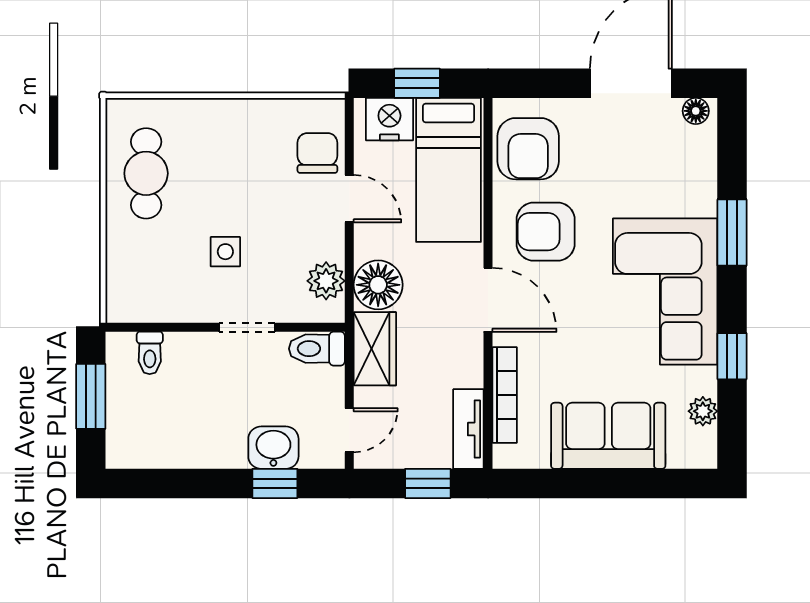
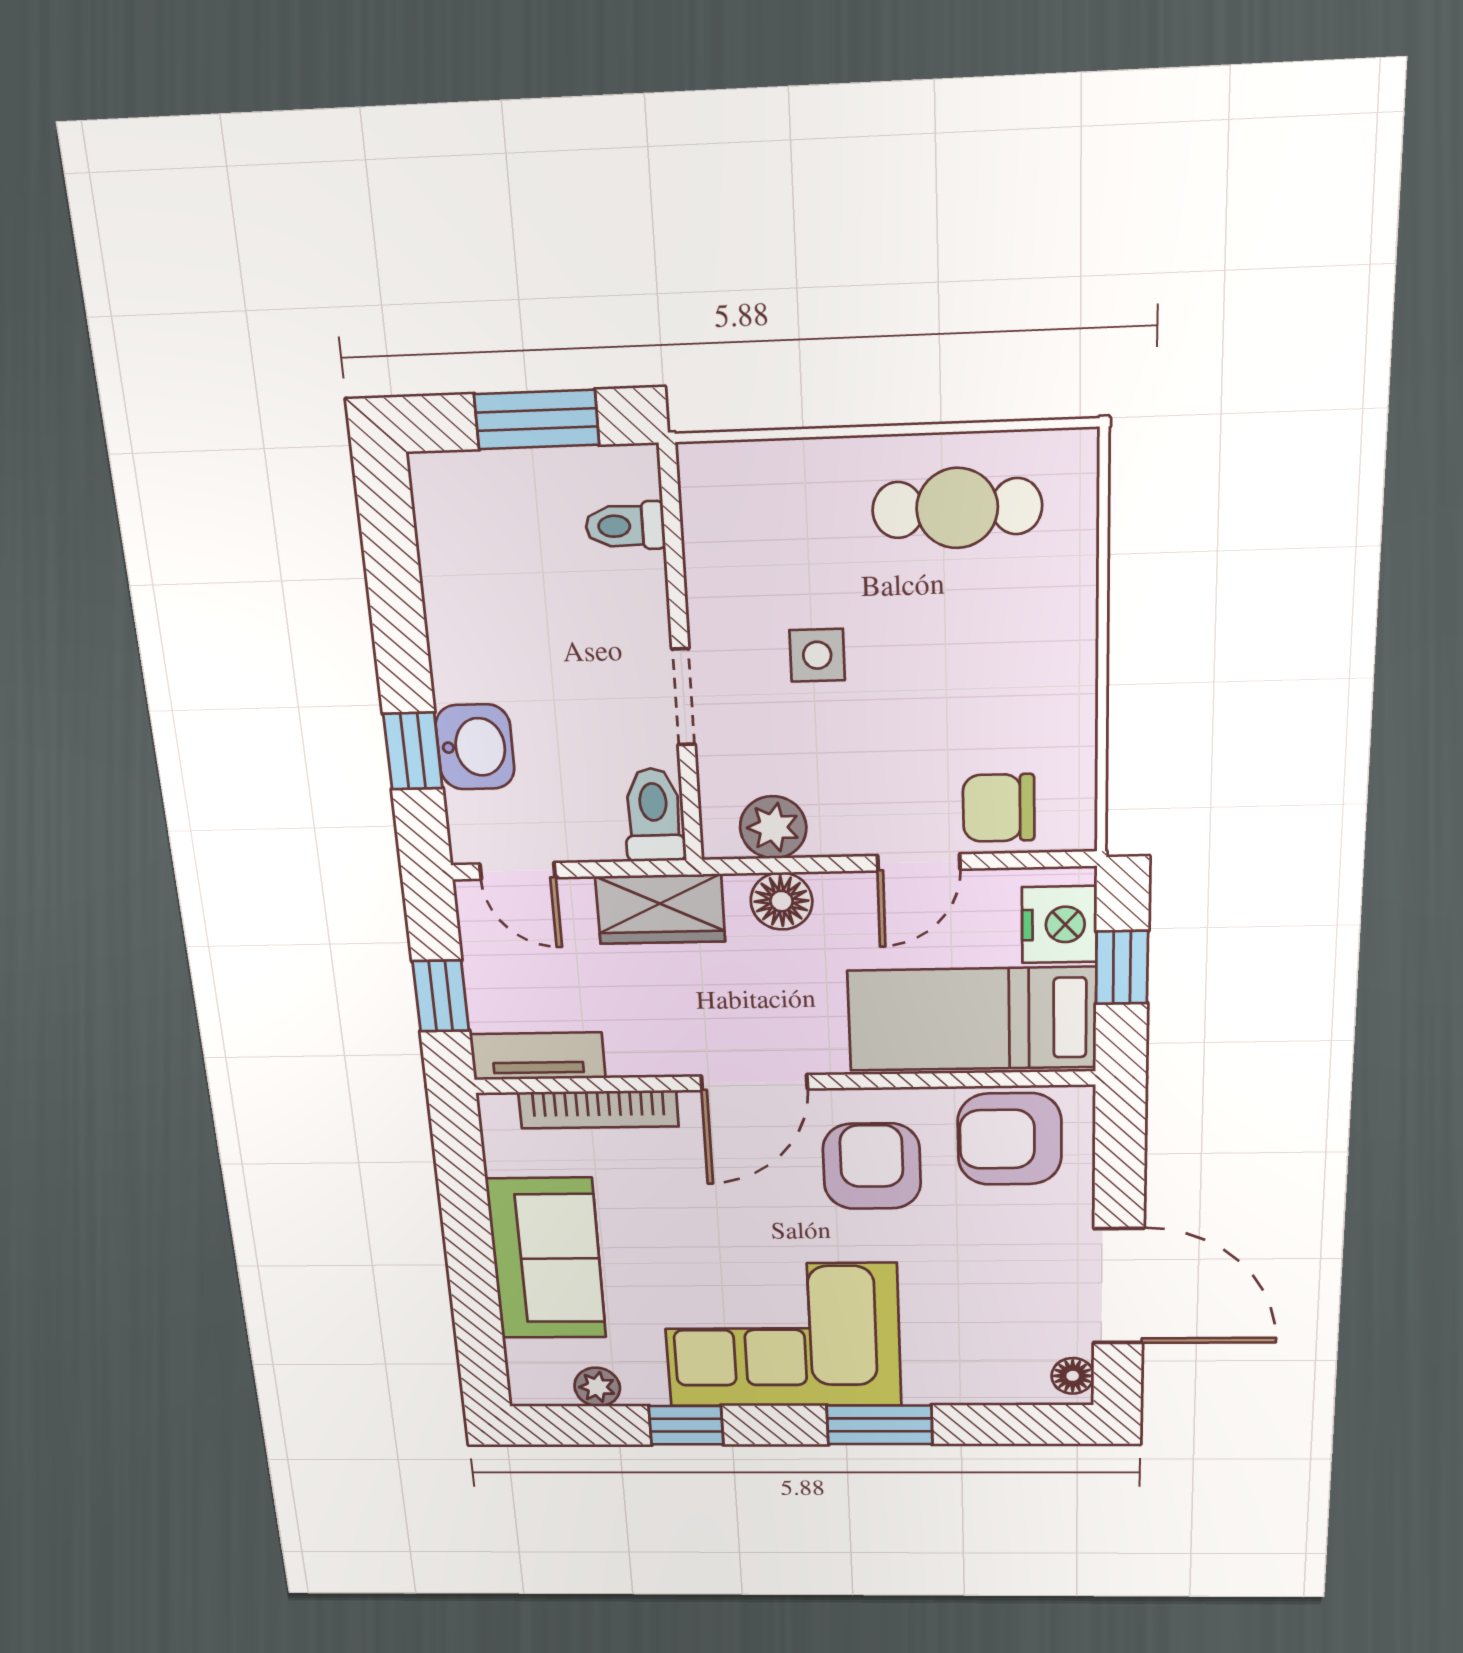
chair: (317, 153) -> (999, 808), turned 180
floor lamp: (378, 285) -> (782, 901), width x0.73, depth x0.73

